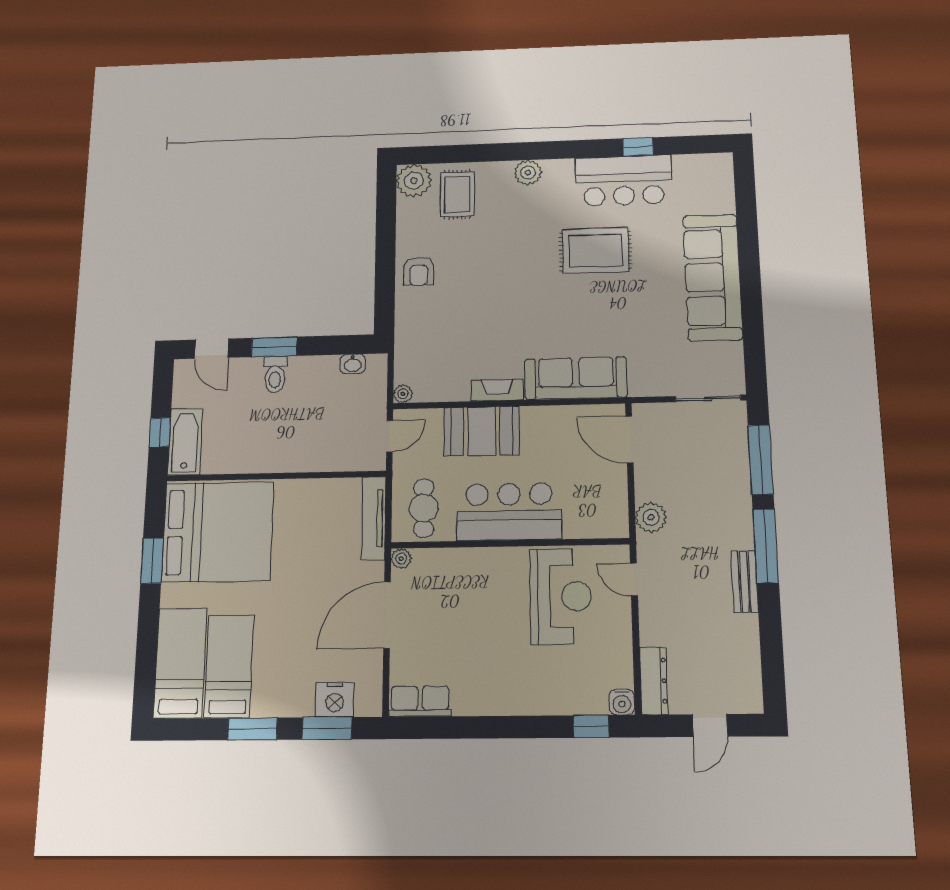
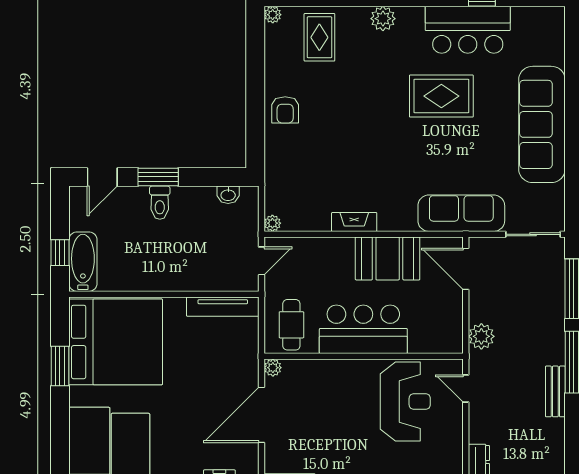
plant: (414, 181) -> (273, 15), width x0.53, depth x0.53
door: (212, 349) -> (102, 177), hinge flipped
sofa: (576, 378) -> (461, 213), moved
booth: (482, 431) -> (388, 258), moved
tv unit: (374, 518) -> (223, 307), moved, turned -90

